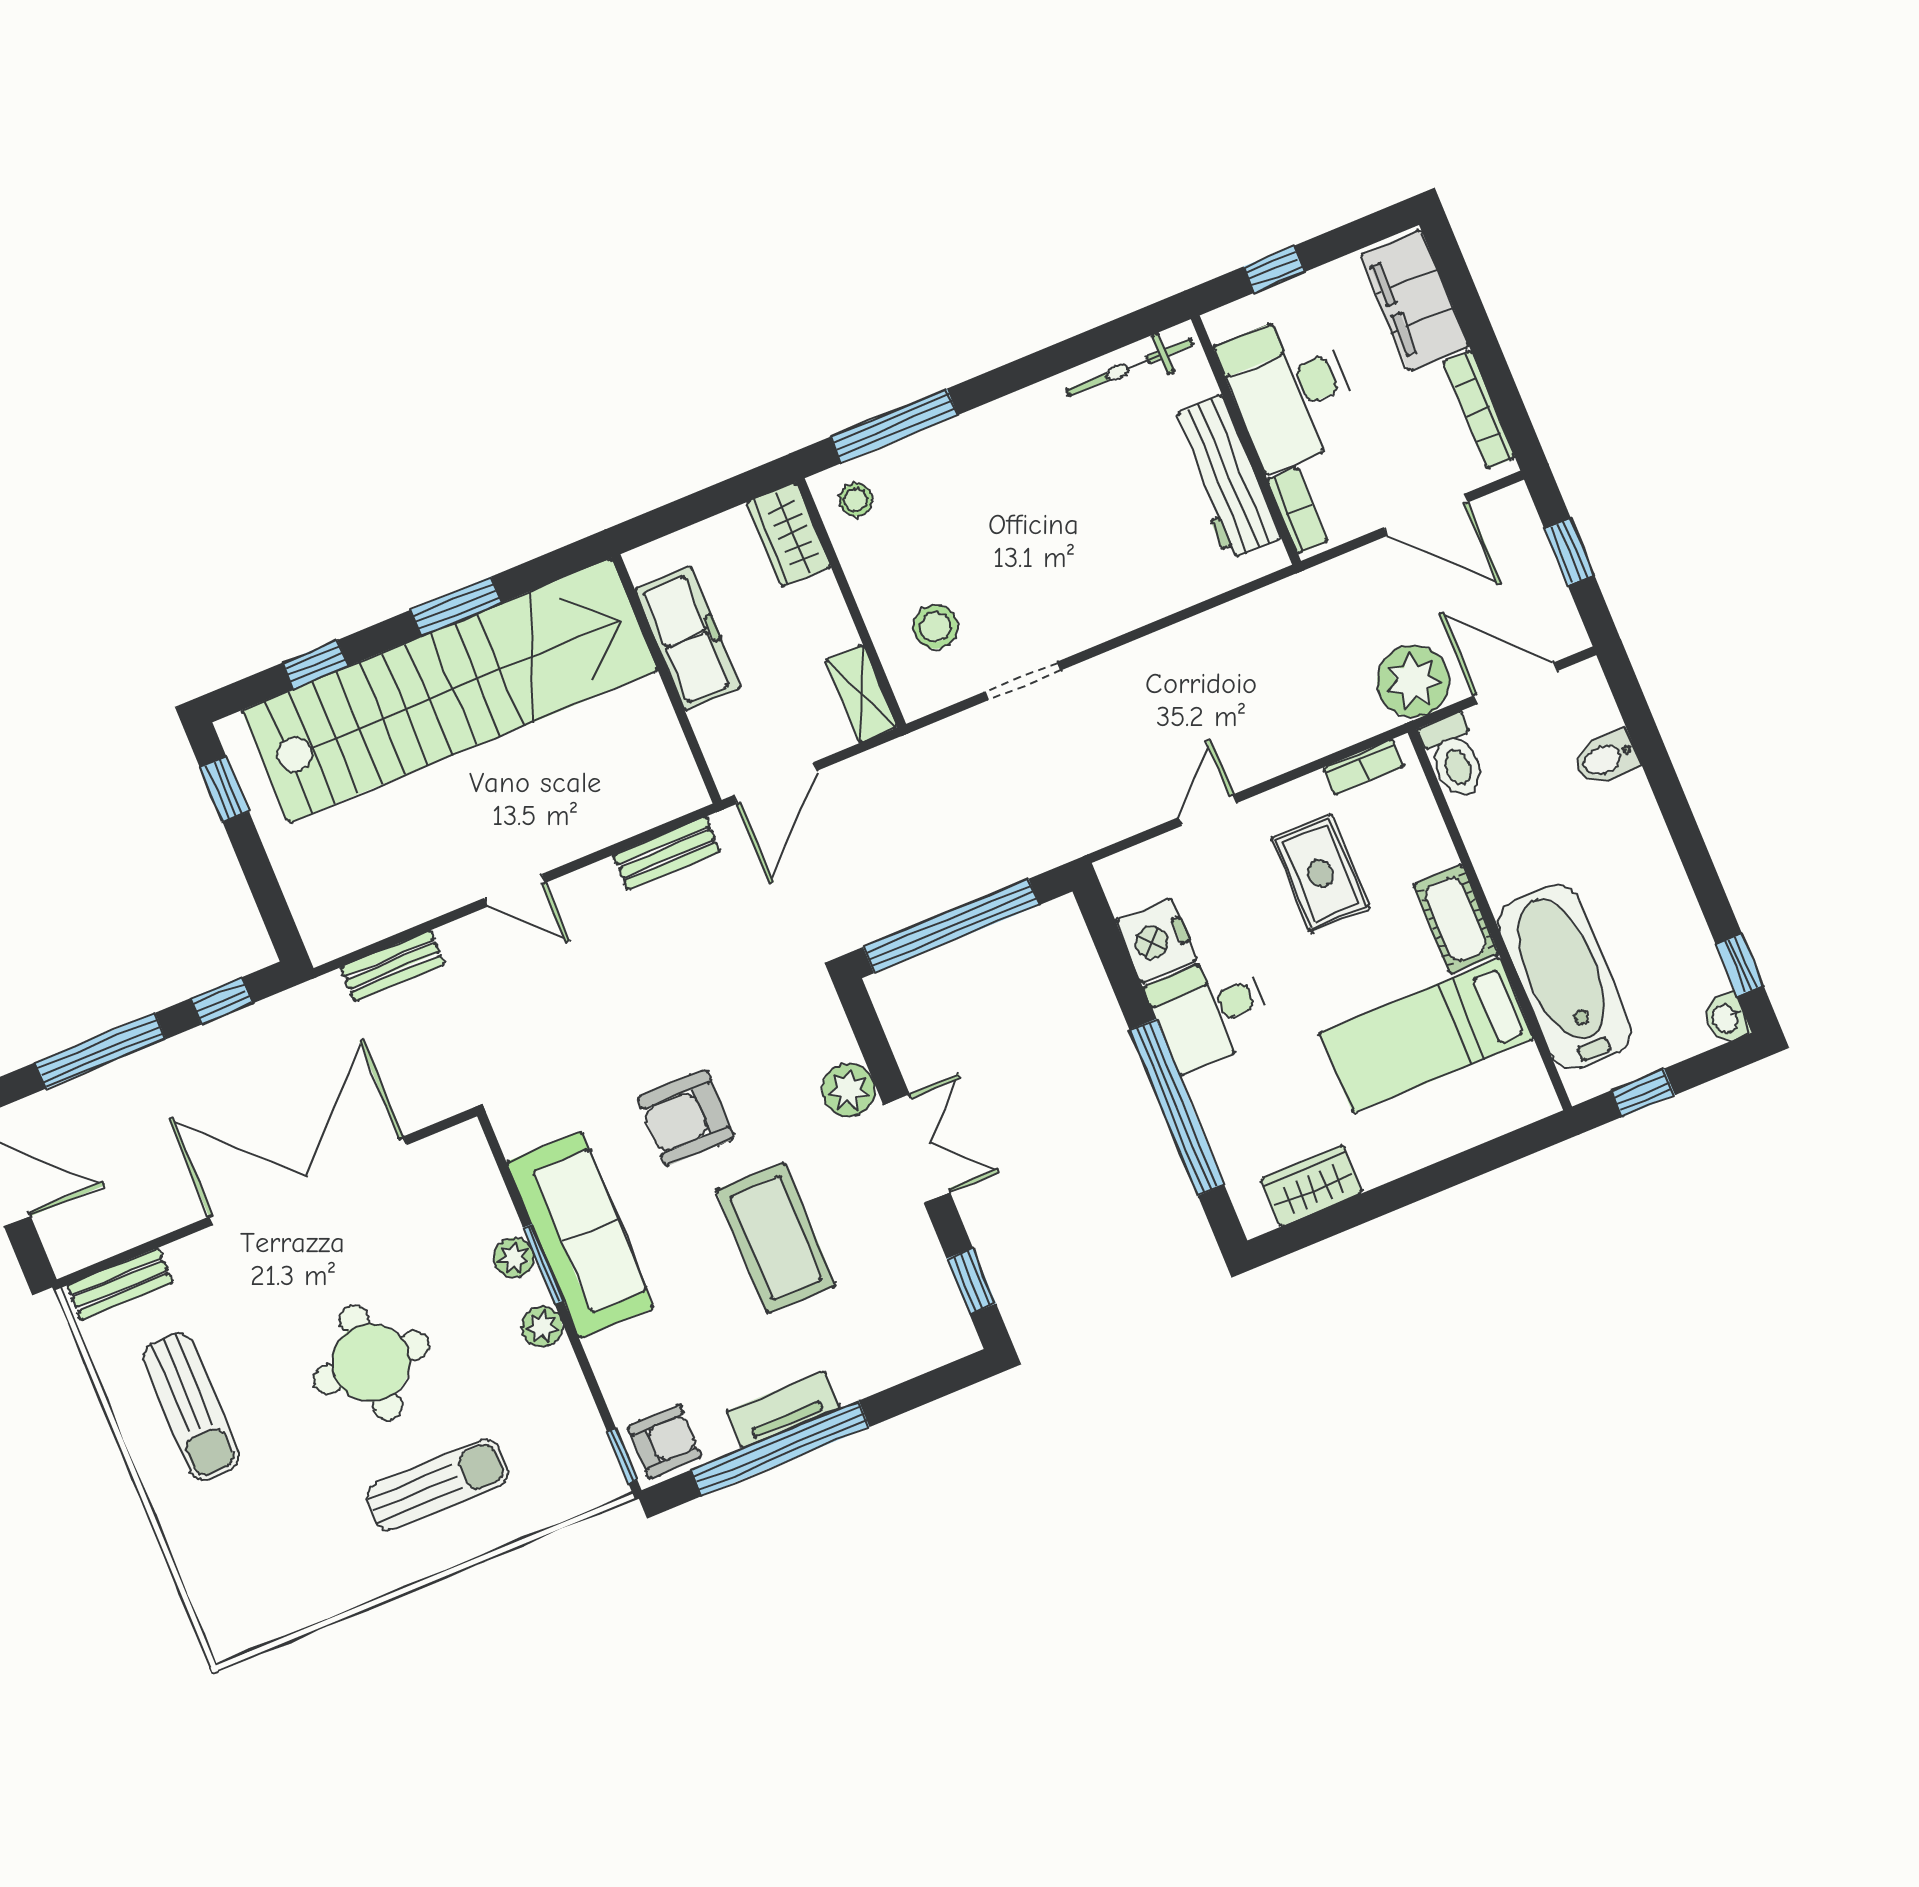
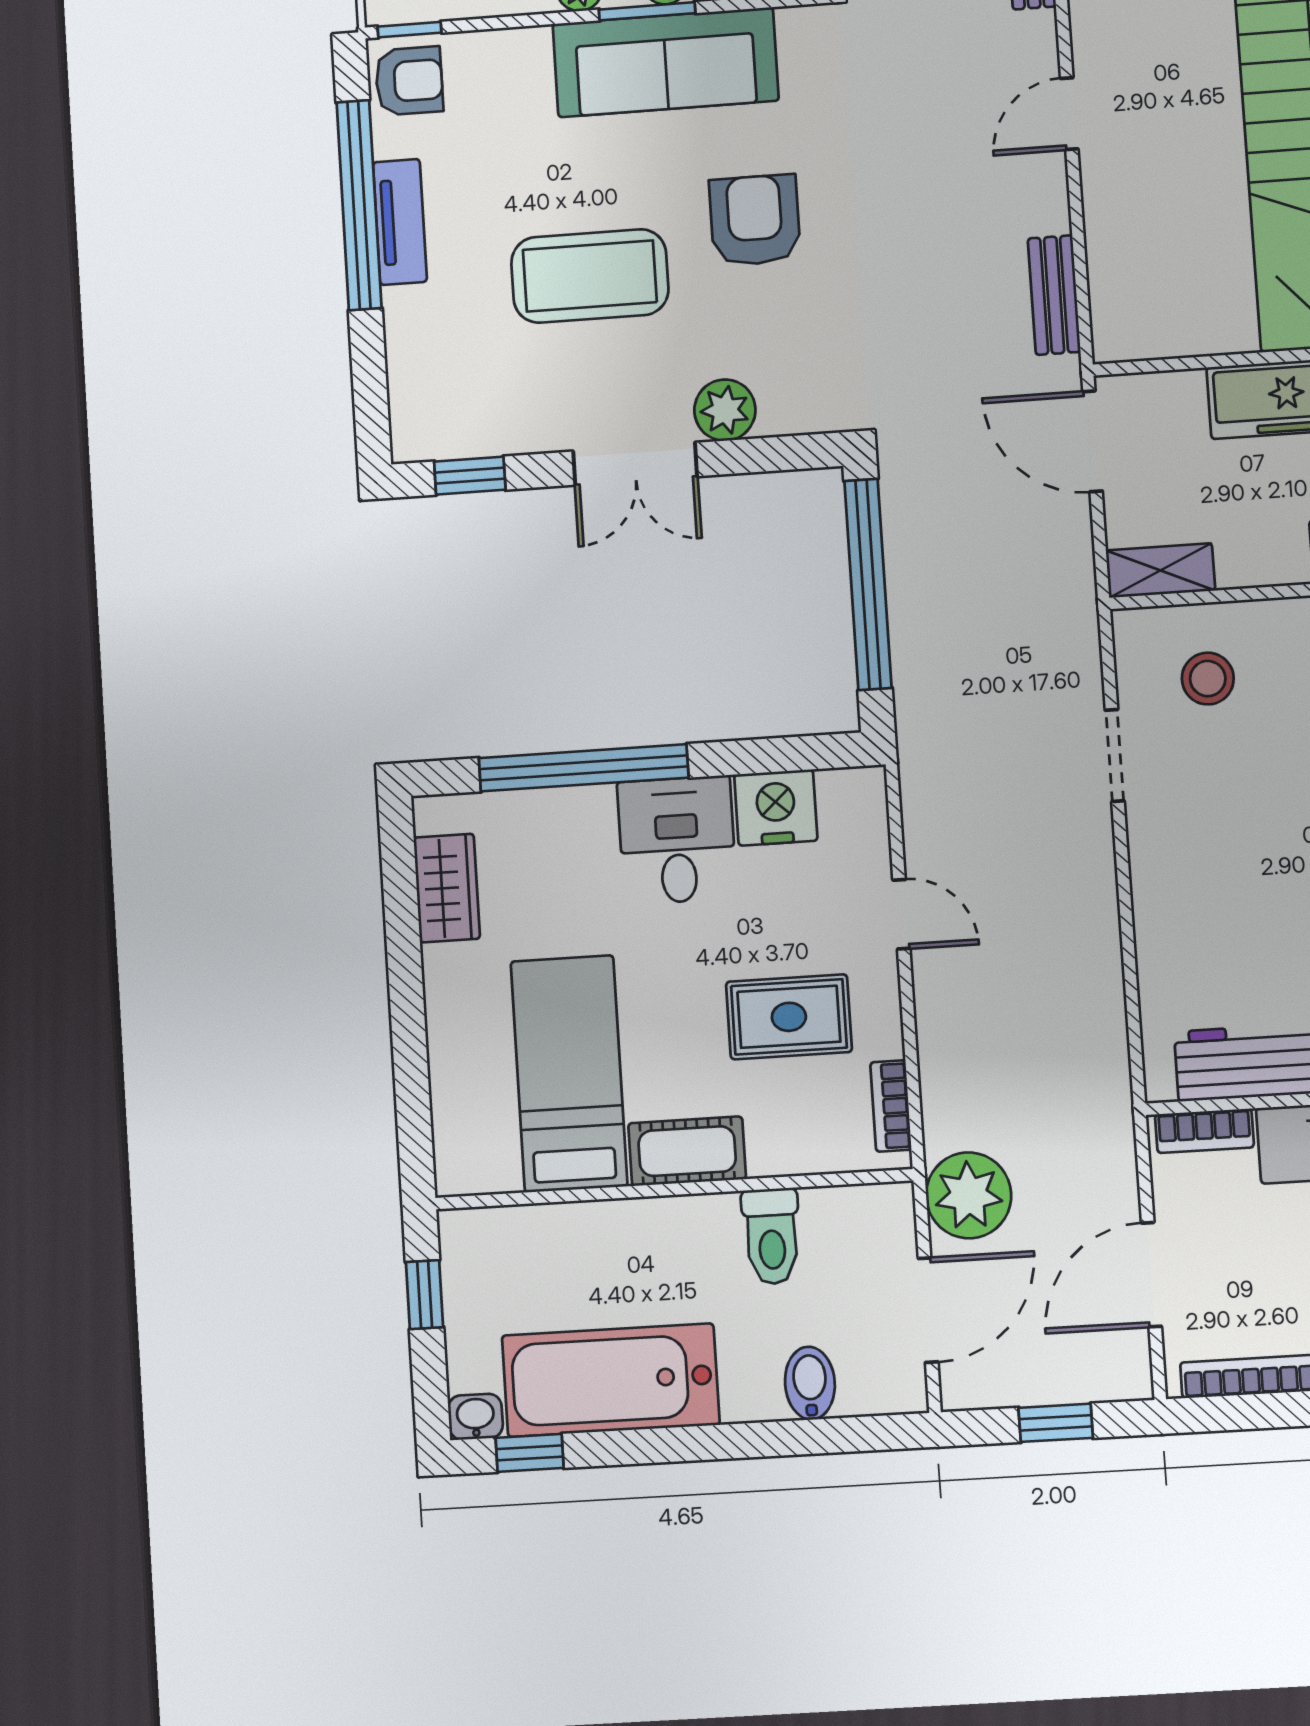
toilet: (1454, 757) -> (772, 1236), moved, turned -90
bathtub: (1565, 977) -> (611, 1380), moved, turned 180
armchair: (665, 1442) -> (409, 81), turned -90

